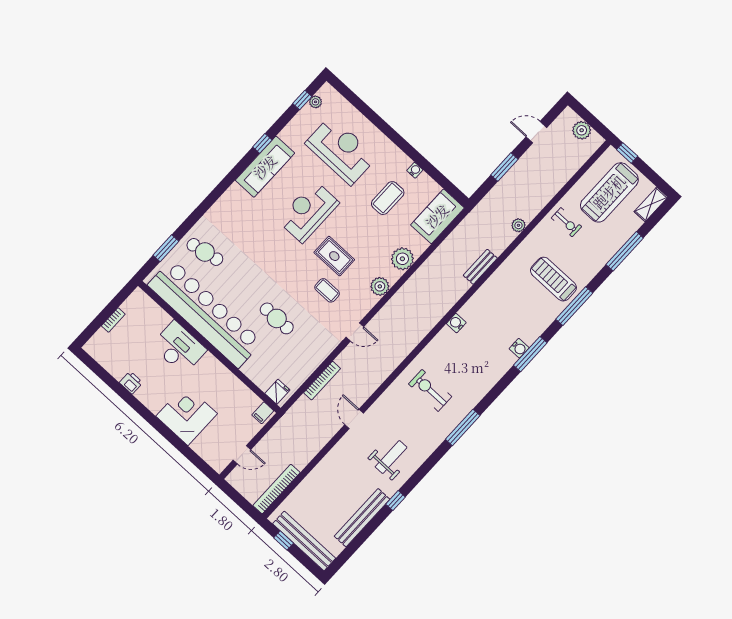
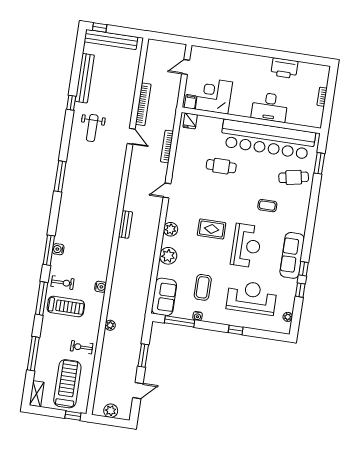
window: (302, 100) -> (300, 290), moved
window: (383, 126) -> (236, 330), added
reception desk: (341, 150) -> (252, 297), turned 180
window: (439, 178) -> (180, 321), added
bench: (480, 267) -> (125, 224), moved
coffee table: (327, 290) -> (267, 206), moved
water cooler: (456, 323) -> (100, 287), moved
printer: (131, 383) -> (284, 68), width x1.87, depth x1.48
exercise bike: (430, 390) -> (63, 283), moved, width x0.73, depth x0.72
corner desk: (187, 415) -> (214, 96), moved, turned 180
bookcase: (276, 489) -> (143, 104), moved
window: (284, 540) -> (100, 27), moved

